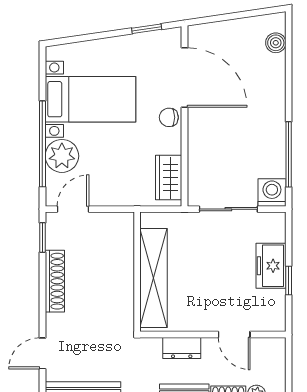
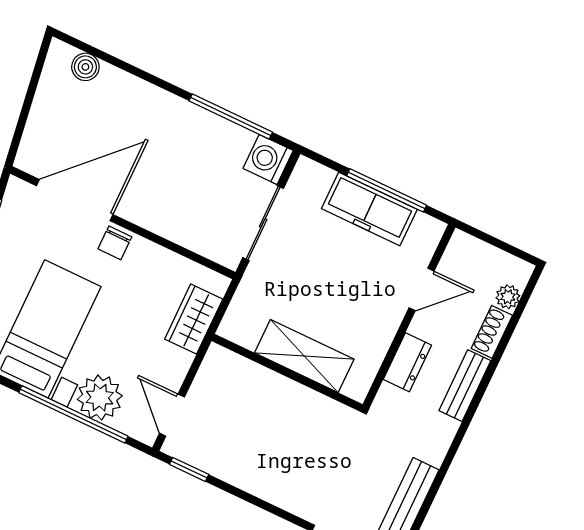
wardrobe: (169, 178) -> (194, 319), moved, turned 90
freezer: (271, 266) -> (369, 209), width x1.40
shelving: (154, 278) -> (304, 356), width x0.68
window: (289, 280) -> (387, 190), width x2.17
shoe rack: (55, 281) -> (250, 480), removed

